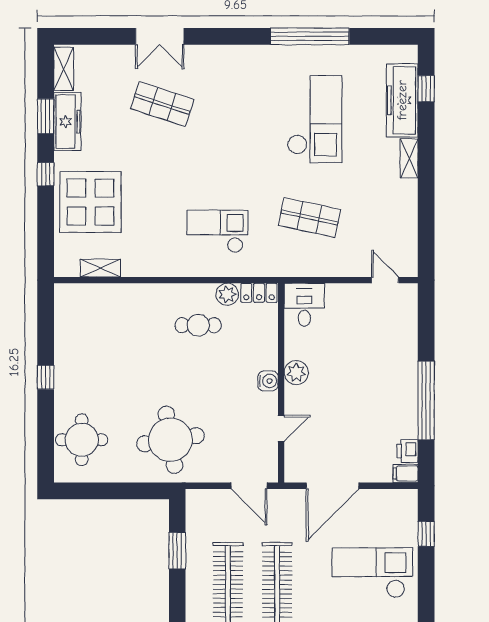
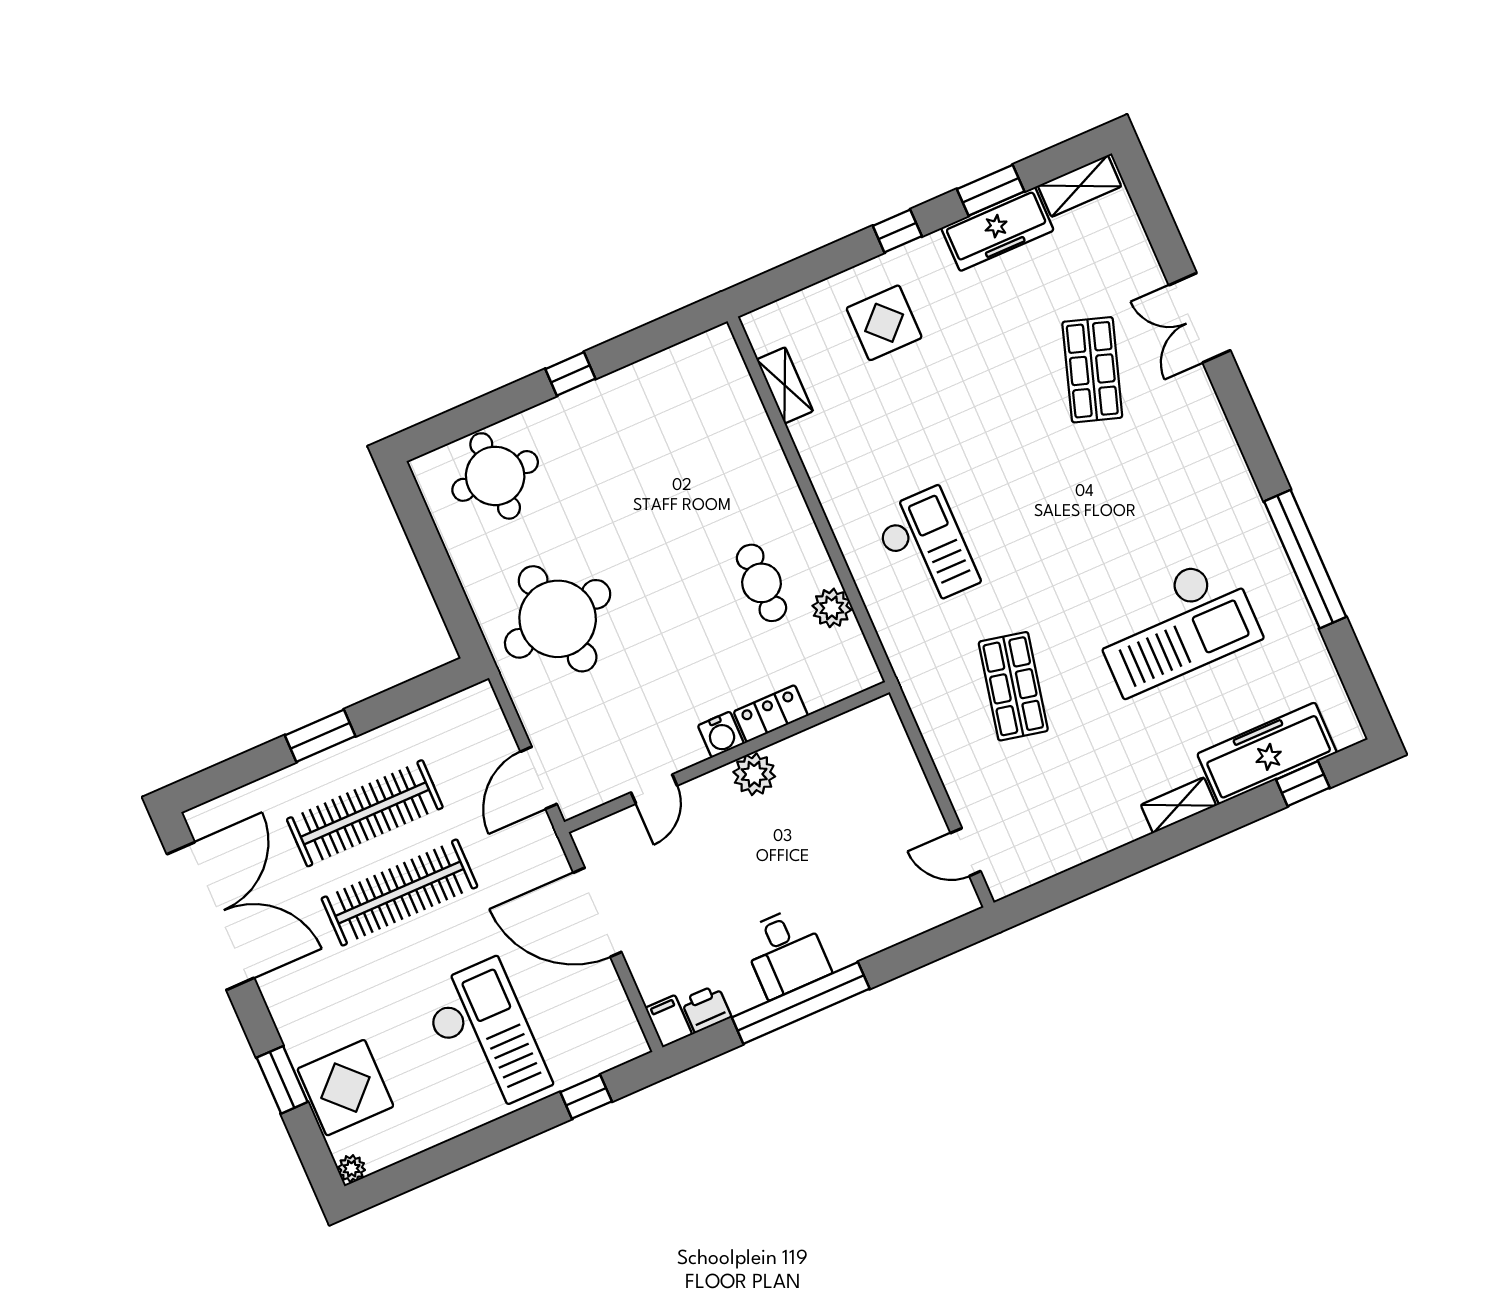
display table: (90, 202) -> (884, 323), width x0.54, depth x0.54
door: (385, 280) -> (966, 852), swing flipped
locker: (259, 293) -> (771, 714), moved, turned 90
desk: (304, 305) -> (786, 952), moved, turned 90
door: (281, 428) -> (654, 789), hinge flipped
window: (177, 551) -> (320, 736), moved

